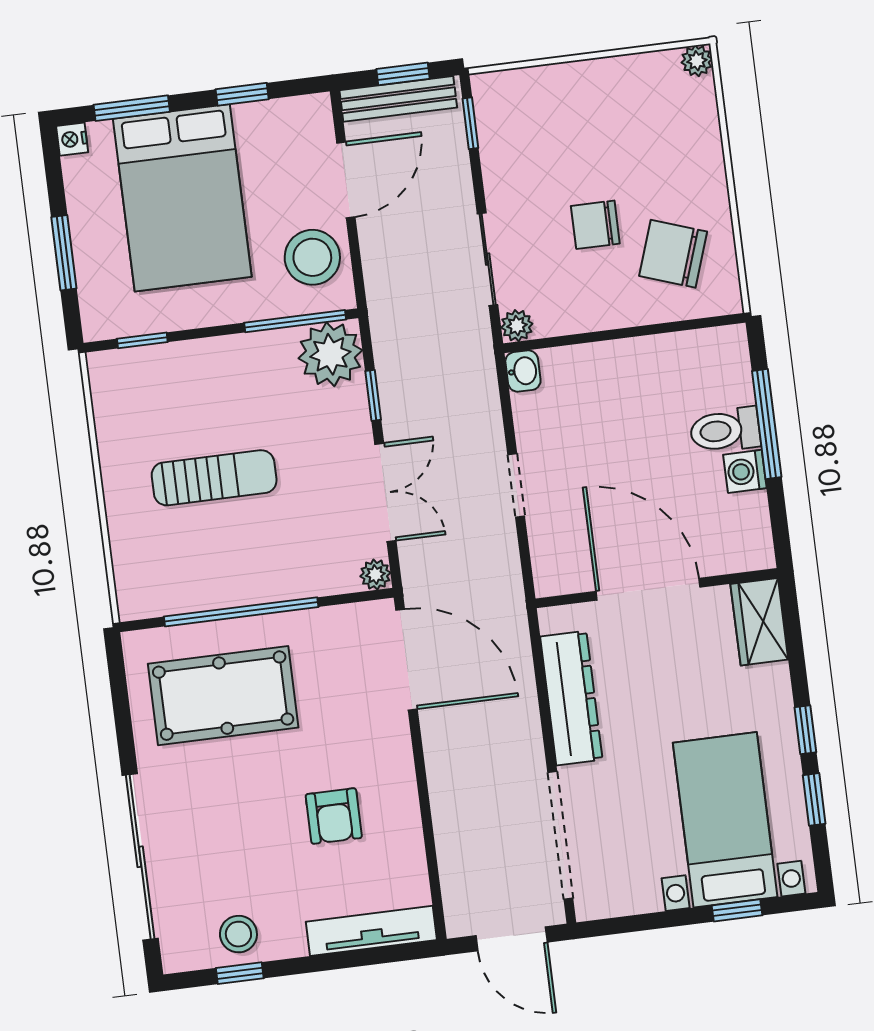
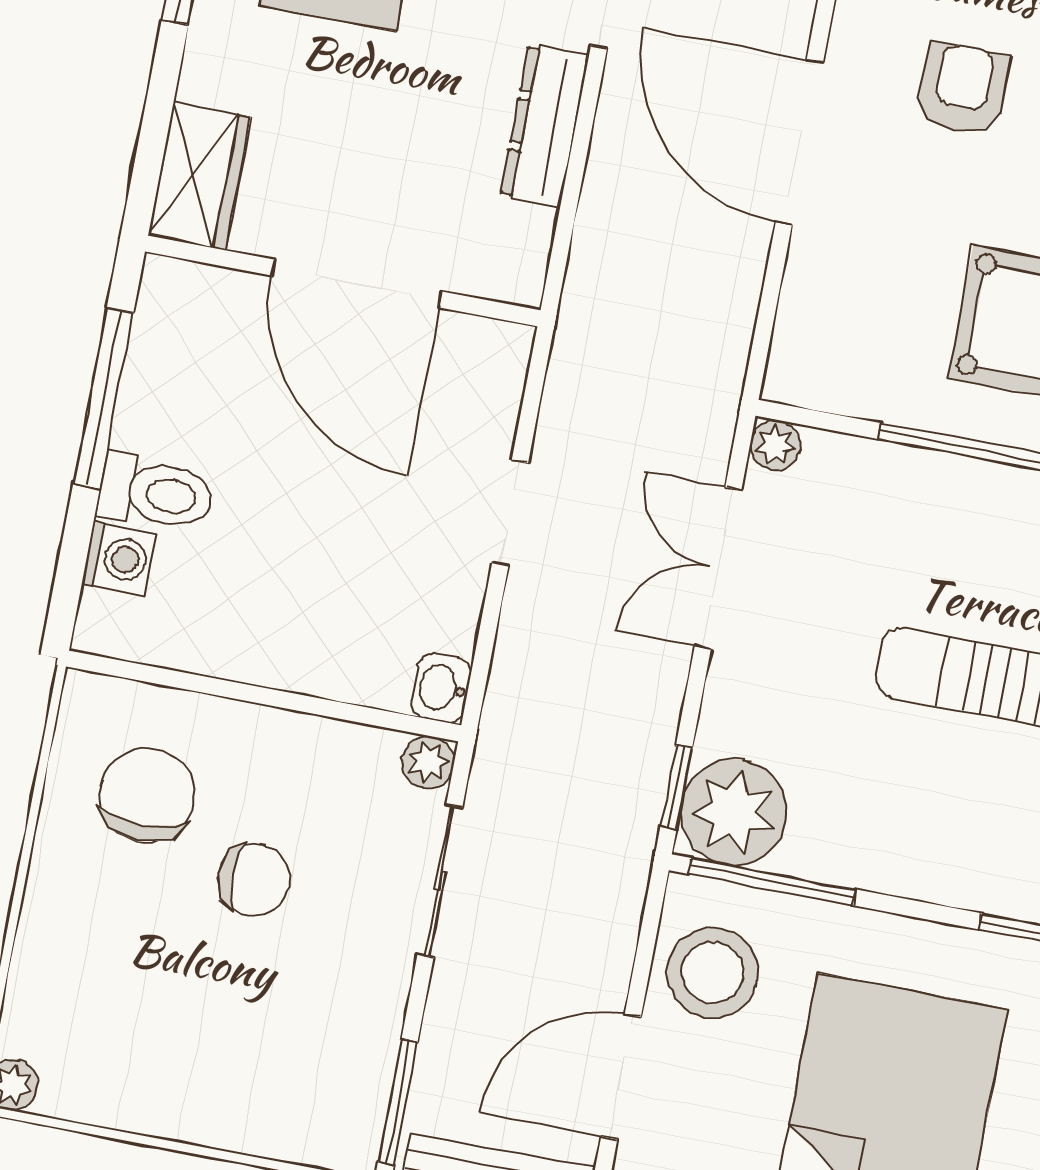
window: (470, 123) -> (398, 1102), width x1.50
chair: (673, 254) -> (147, 795), turned -109
window: (373, 395) -> (676, 787), moved
window: (767, 424) -> (103, 398), moved
washing machine: (745, 471) -> (119, 558), moved
door: (406, 660) -> (799, 142), moved
dresser: (571, 698) -> (545, 126), width x0.73, depth x0.80

